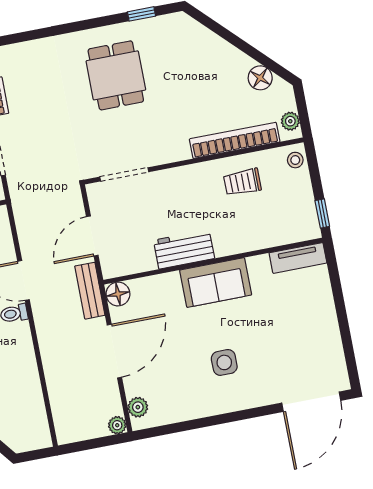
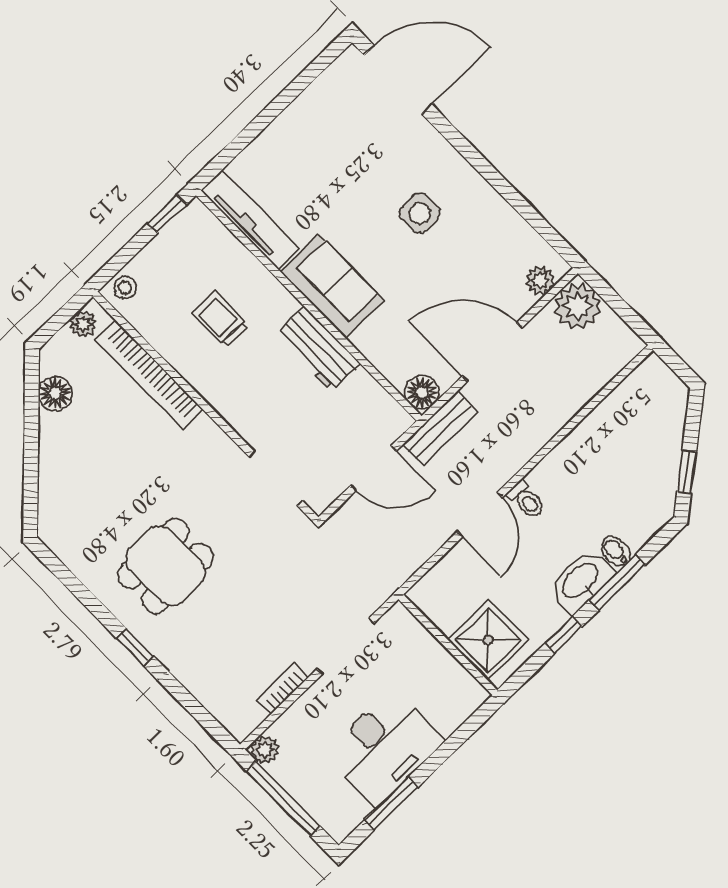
window: (142, 14) -> (135, 647), moved
trolley: (242, 182) -> (220, 319), moved, turned 180
tv unit: (298, 258) -> (250, 219), width x1.41
plant: (117, 425) -> (577, 306), width x1.88, depth x1.88

